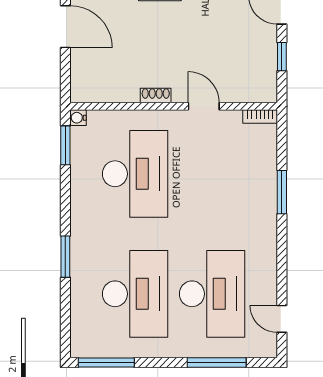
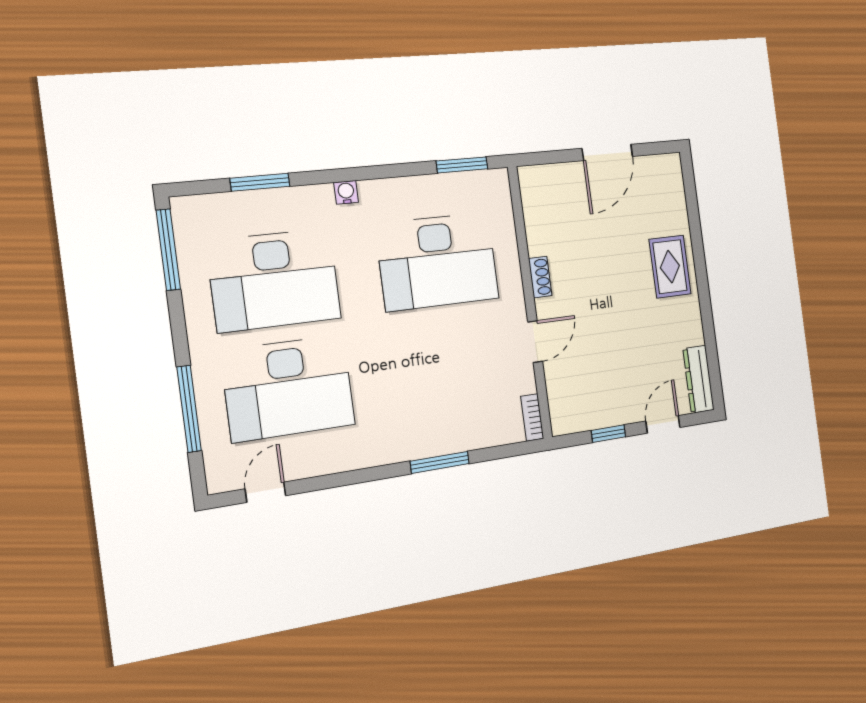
water cooler: (78, 118) -> (346, 192), moved
window: (65, 257) -> (260, 182), moved

